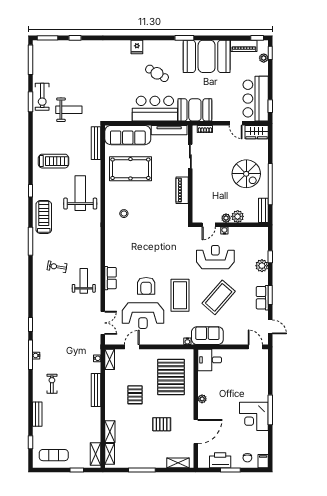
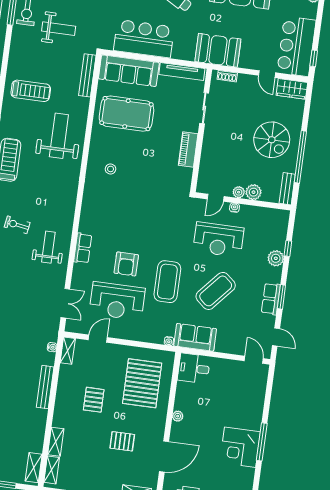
bar counter: (155, 109) -> (144, 39), moved
reception desk: (215, 257) -> (218, 240), turned 180

